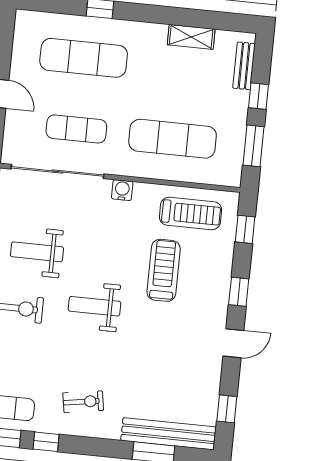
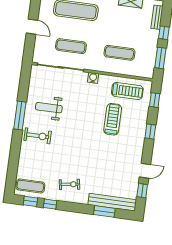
exercise mat: (173, 139) -> (119, 53), width x0.73, depth x0.69
weight bench: (95, 306) -> (77, 136), removed
door: (233, 343) -> (145, 171), moved

